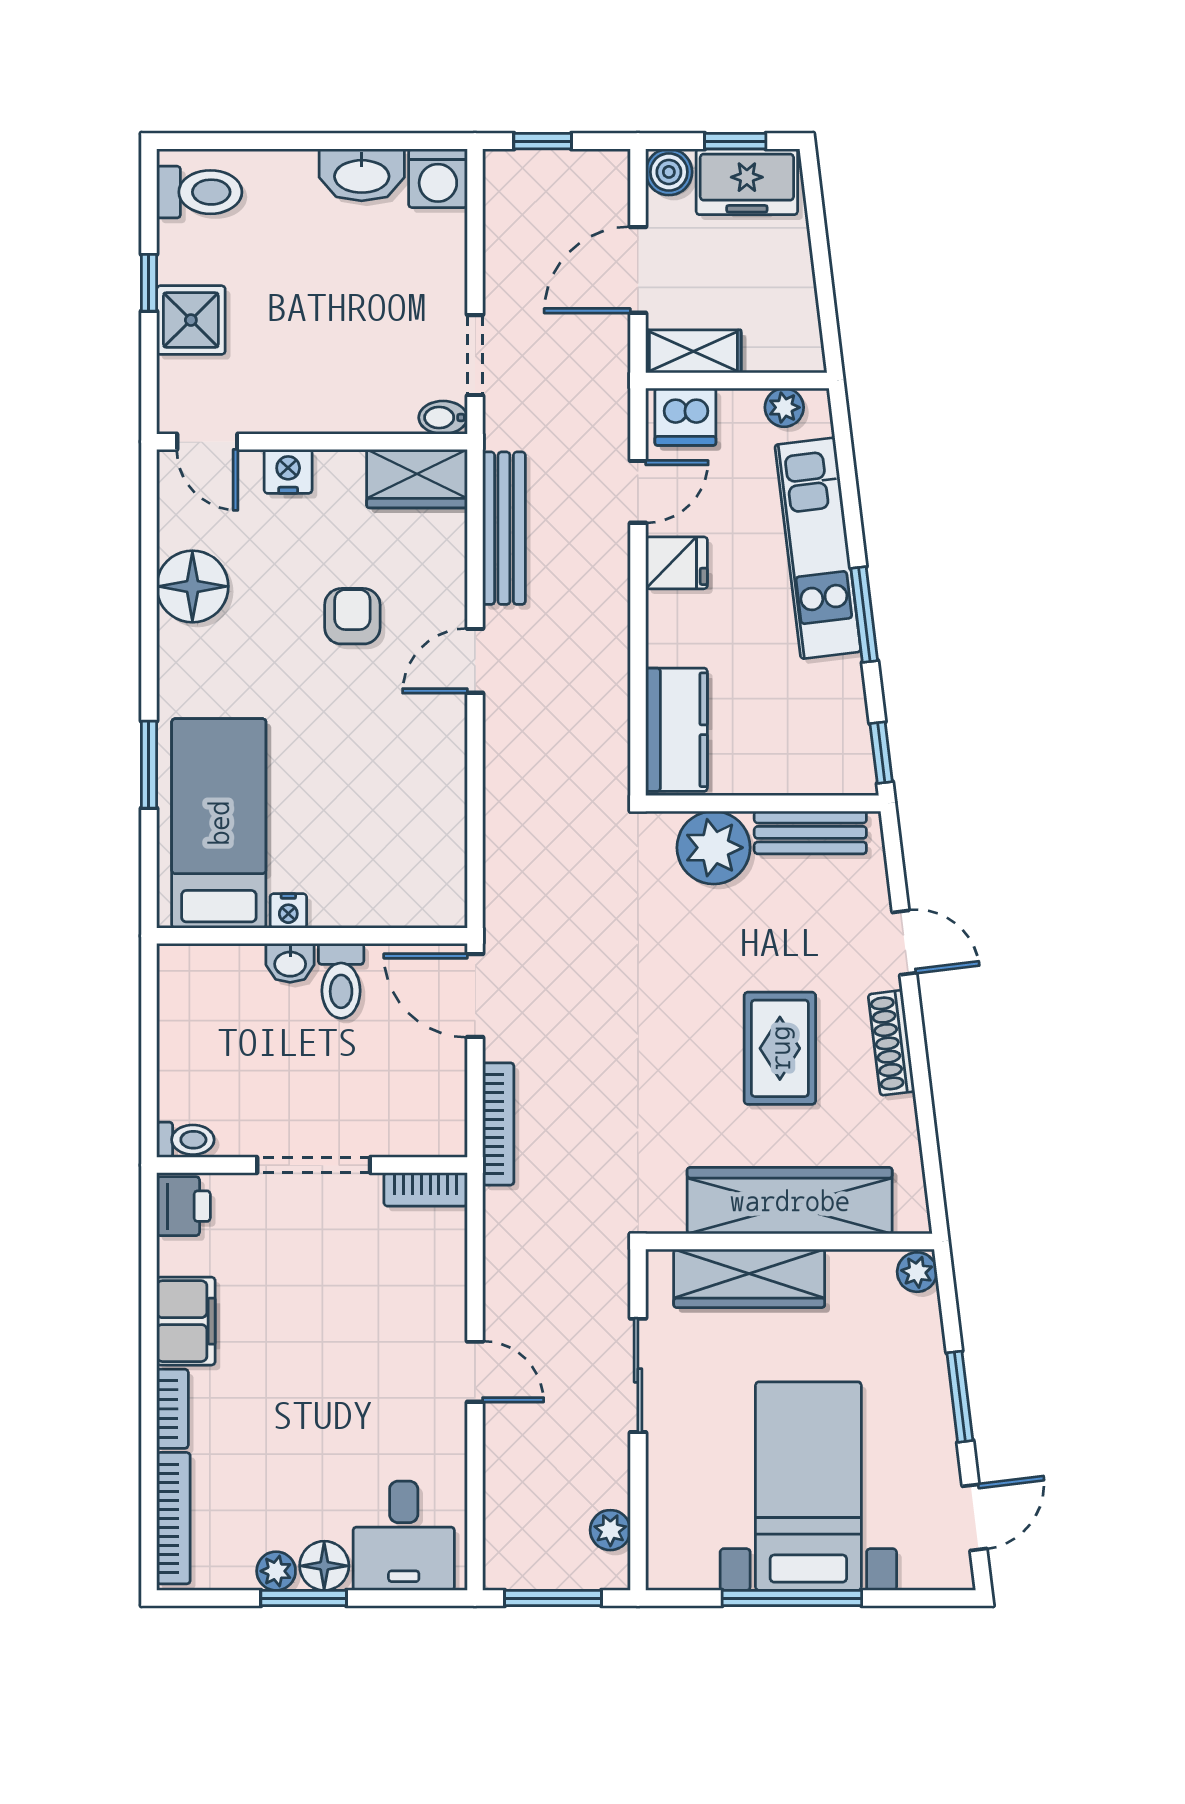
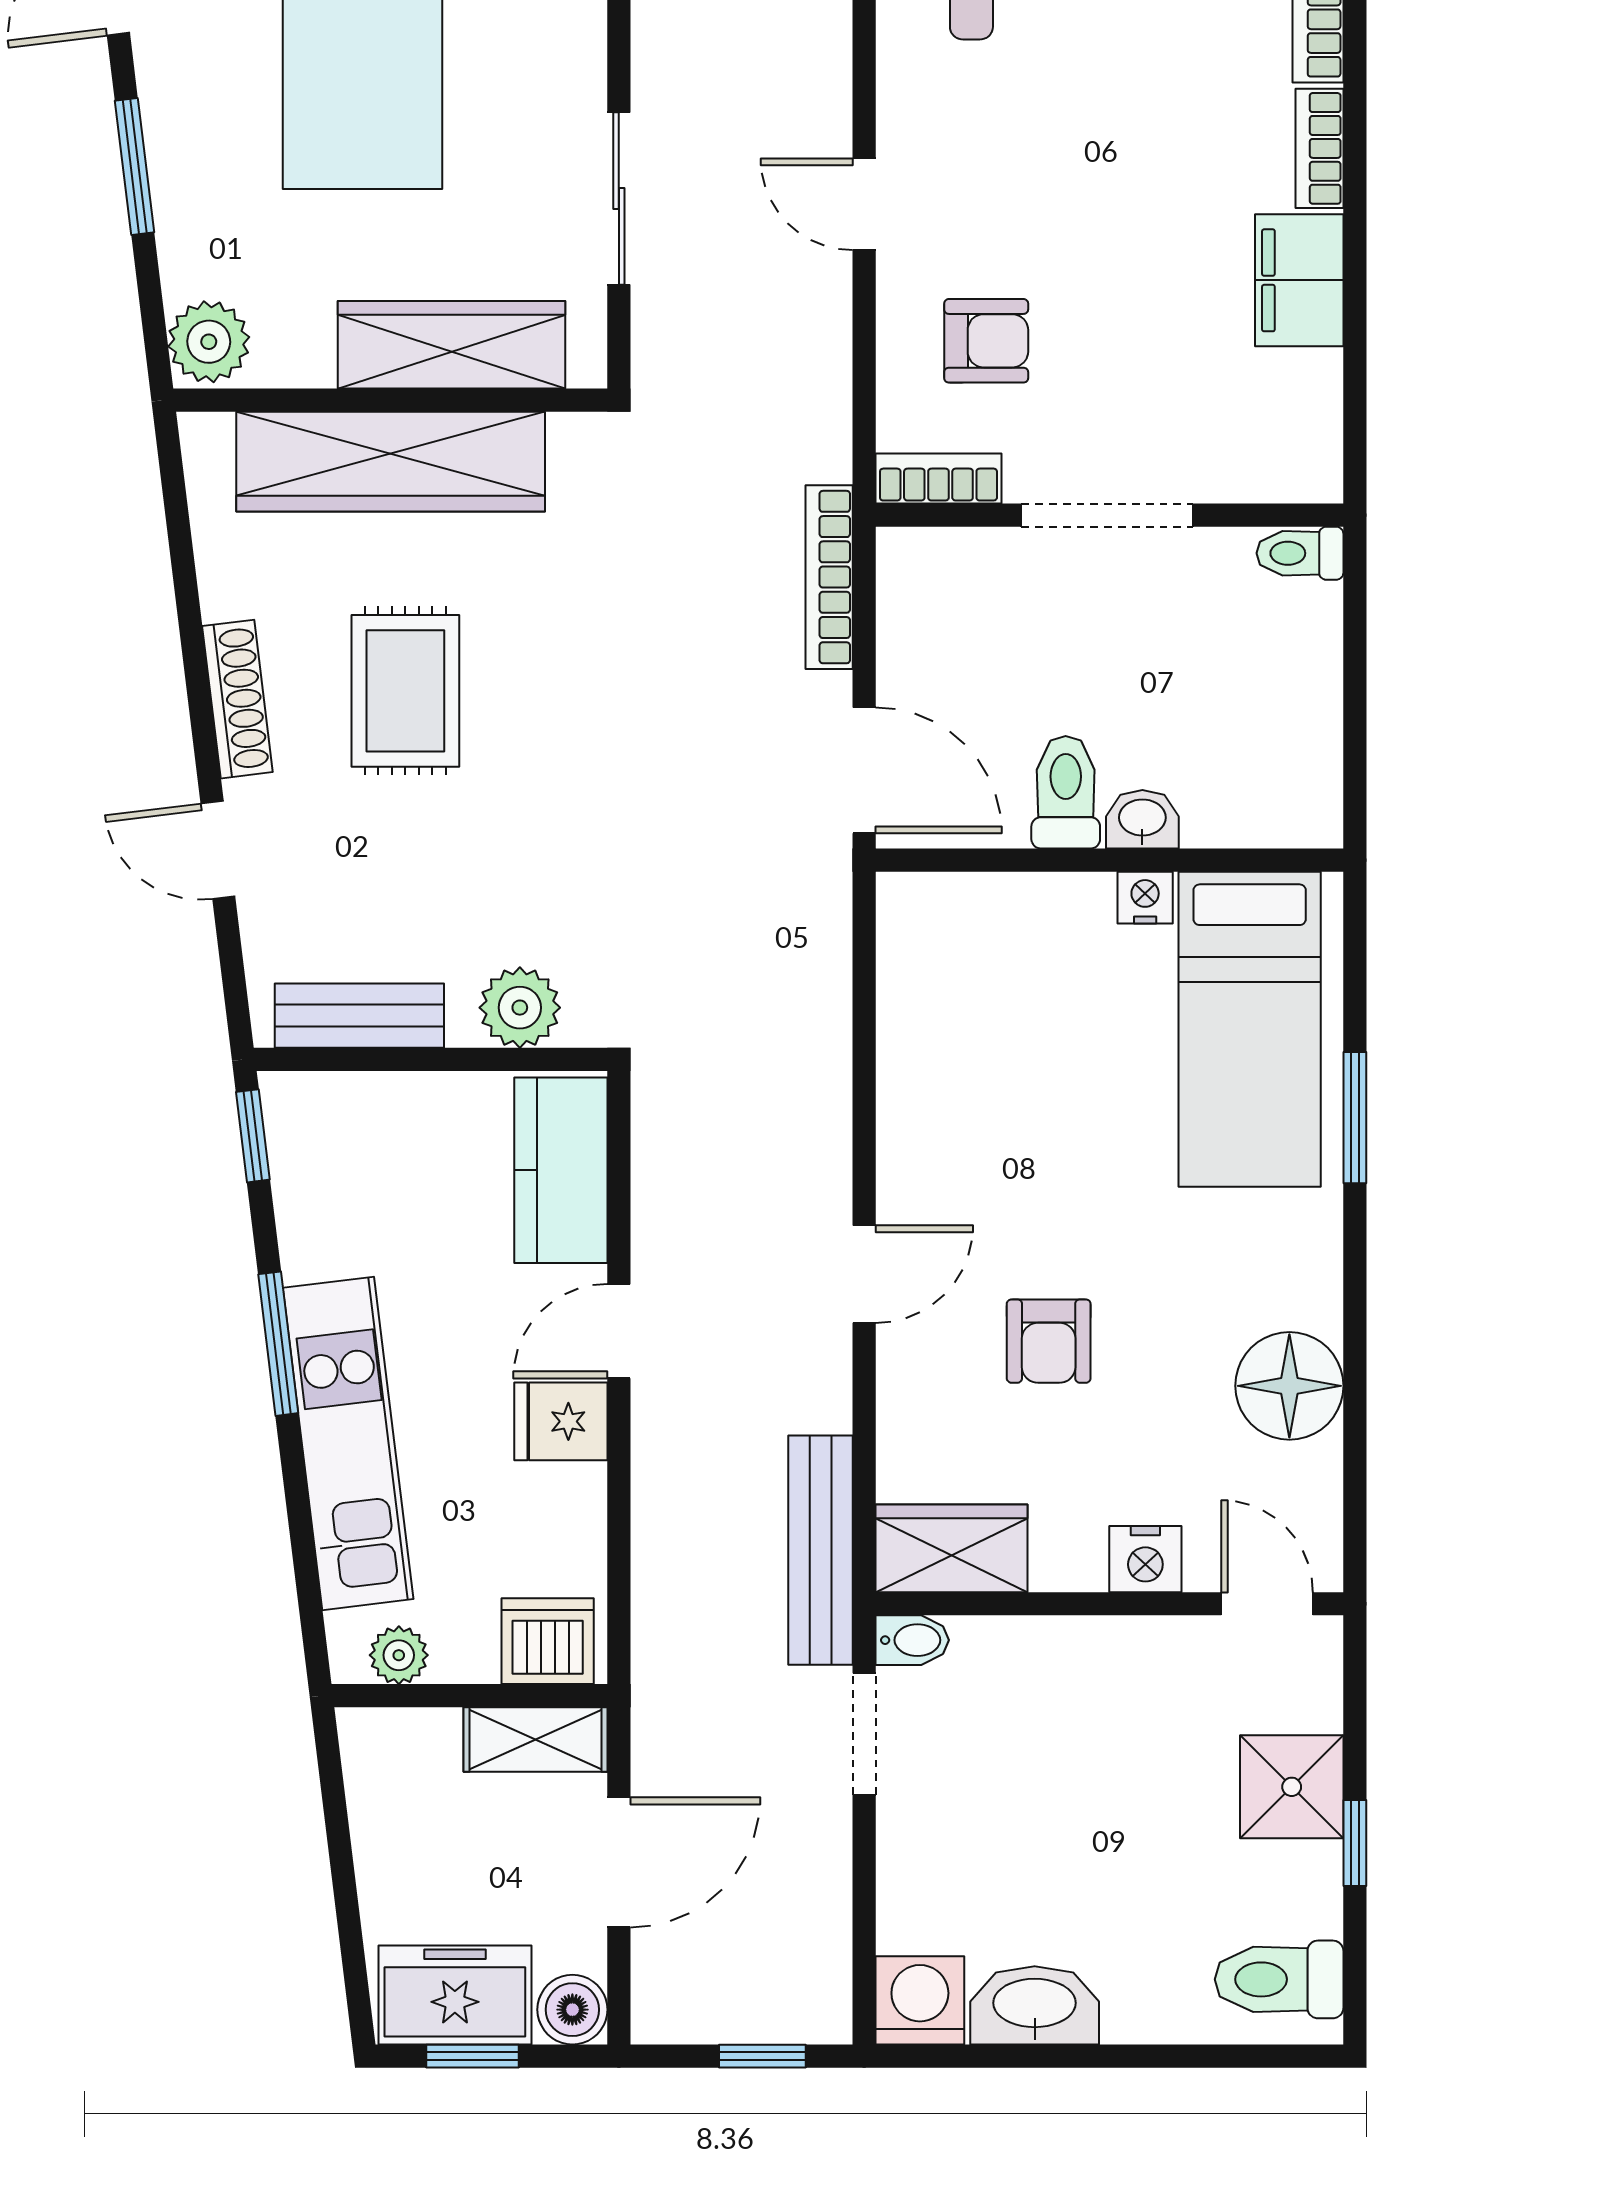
door: (638, 492) -> (619, 1331), moved
bench: (504, 528) -> (821, 1550), moved
plant: (714, 848) -> (520, 1008), width x0.73, depth x0.73
printer: (183, 1206) -> (1303, 453), removed
plant: (917, 1272) -> (209, 342), width x1.38, depth x1.38
armchair: (394, 1281) -> (986, 341), added

